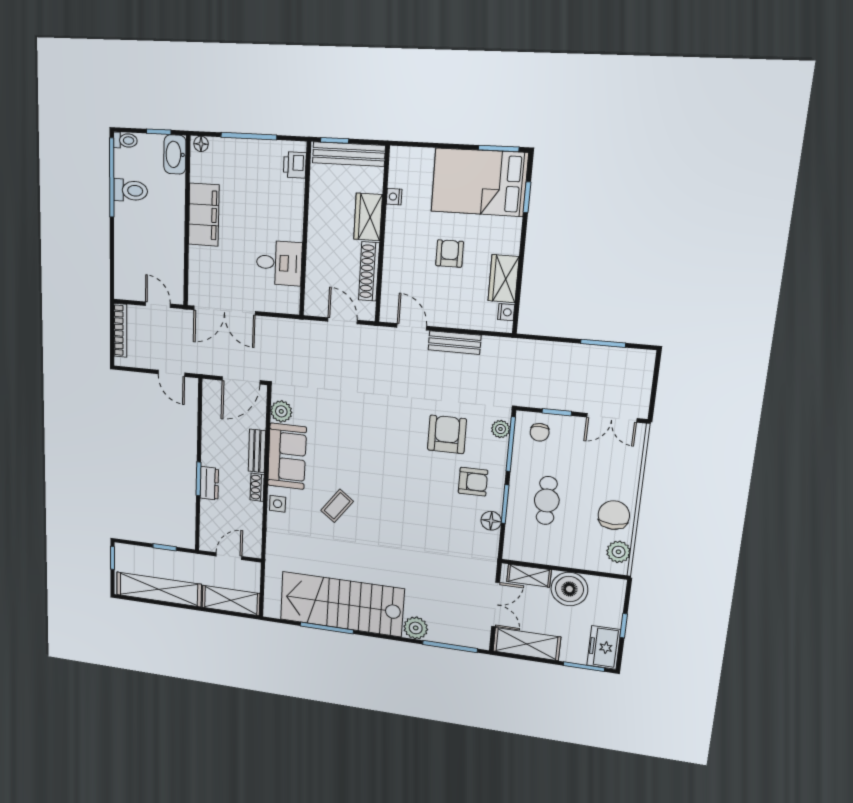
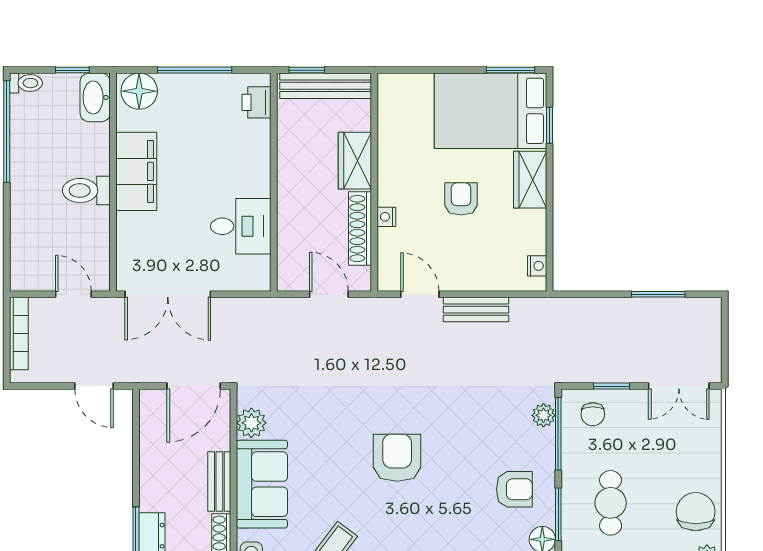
floor lamp: (201, 144) -> (139, 91), width x1.89, depth x1.89
toilet: (130, 190) -> (86, 190), moved, turned 180
nightstand: (394, 197) -> (386, 217), moved
wardrobe: (503, 279) -> (530, 180), moved
armchair: (447, 434) -> (397, 458), moved

